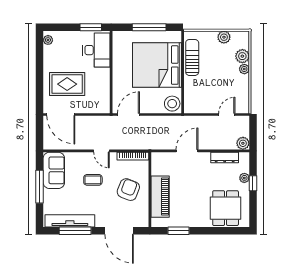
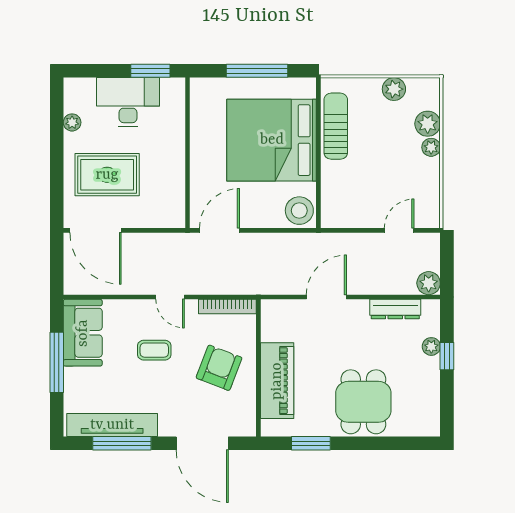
plant: (48, 40) -> (72, 122), moved
desk: (96, 50) -> (128, 102), moved, turned -90
dining table: (226, 208) -> (363, 402), moved

